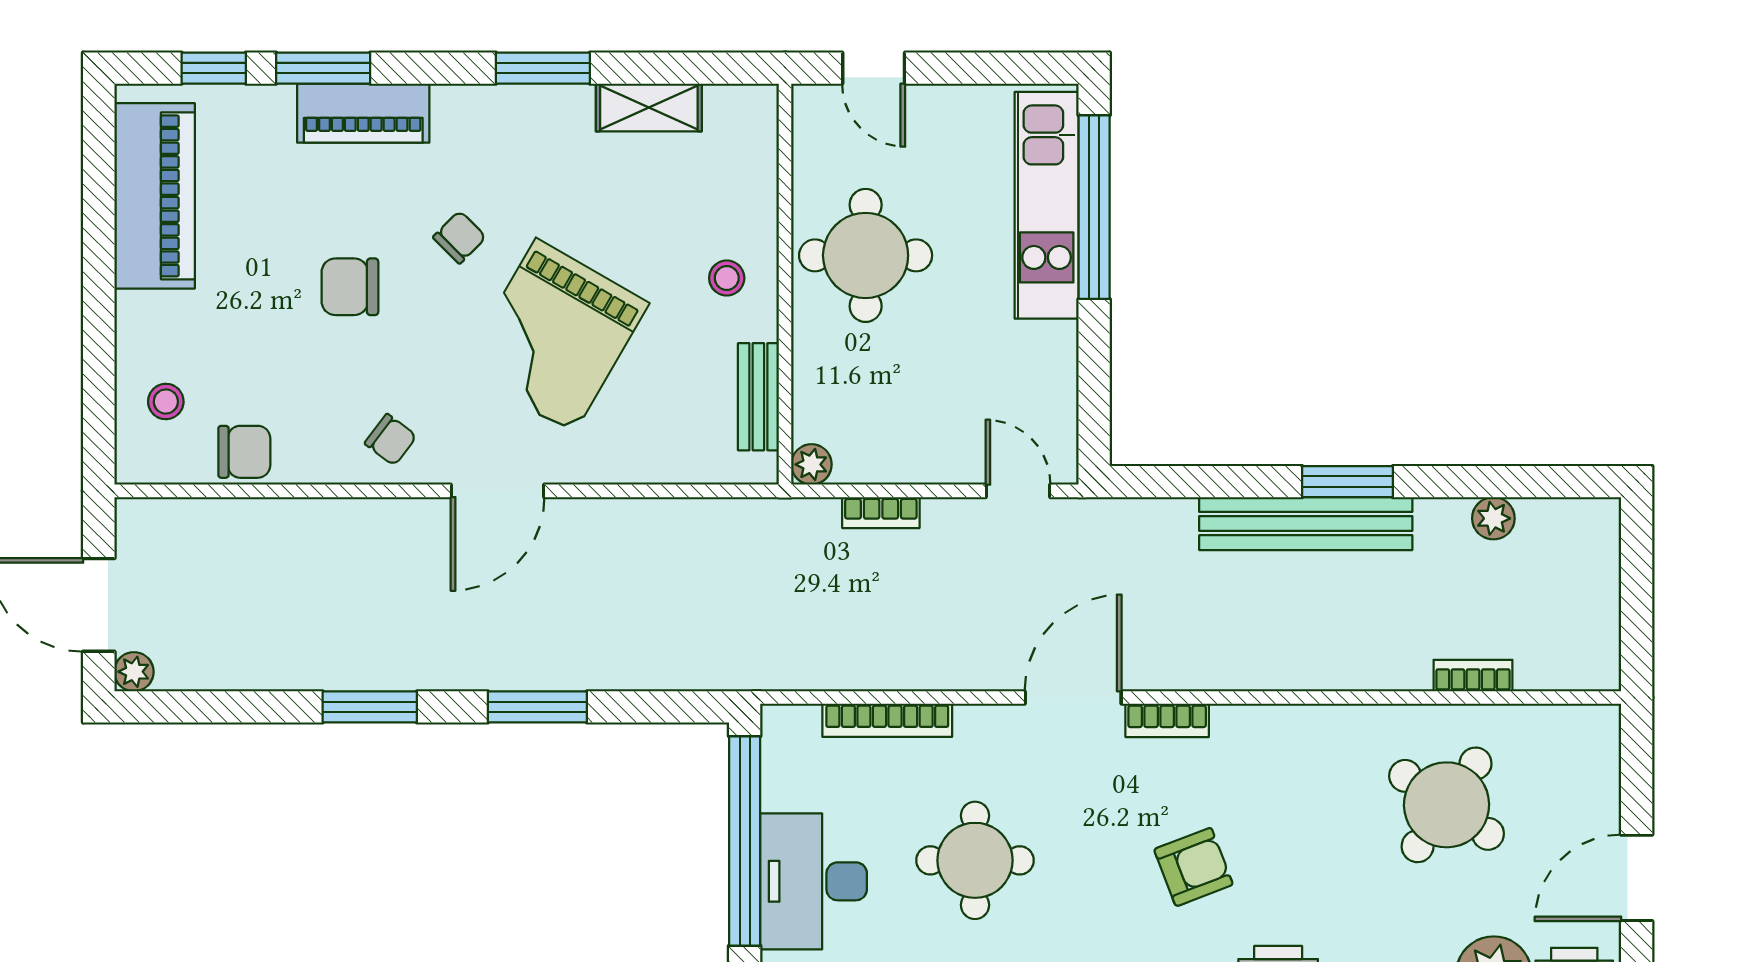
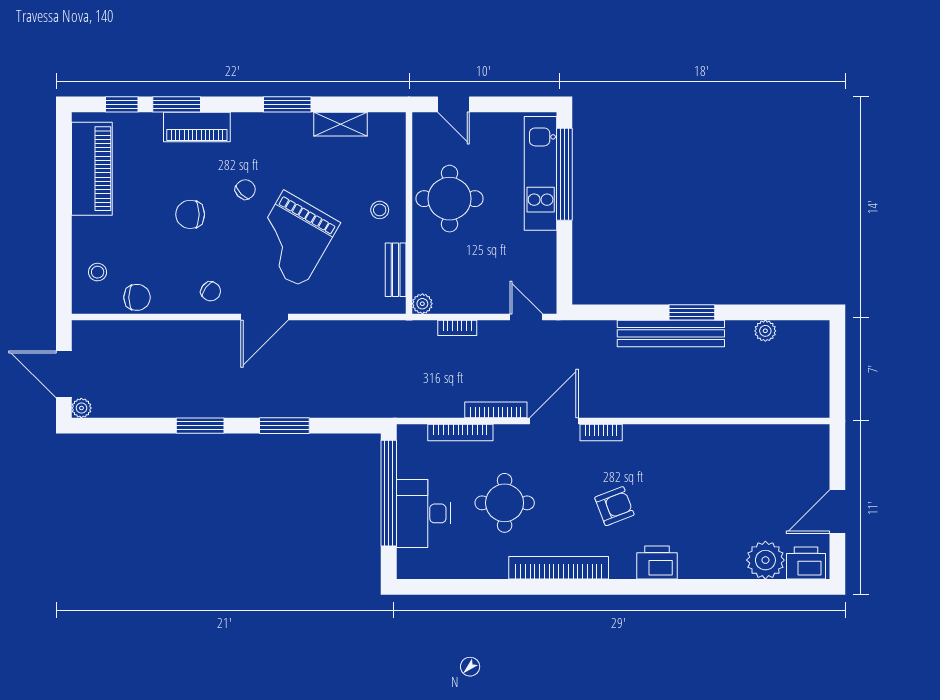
bookcase: (1473, 676) -> (496, 410), moved, width x1.56
round table: (1447, 805) -> (742, 475), removed

